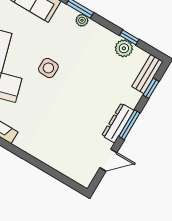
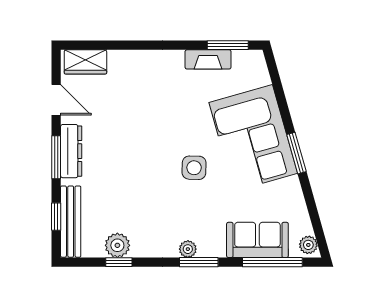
bench: (147, 74) -> (71, 222), width x1.36
door: (108, 160) -> (56, 100), swing flipped
wardrobe: (77, 173) -> (85, 62), added

